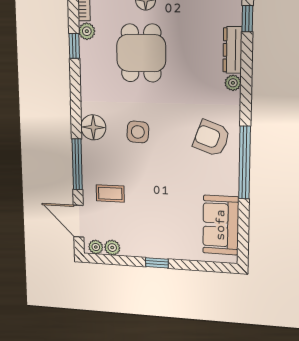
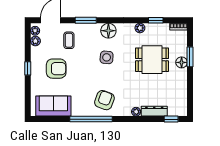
plant: (87, 31) -> (140, 28), moved
window: (77, 164) -> (86, 20), width x0.69
armchair: (157, 217) -> (56, 69), added

